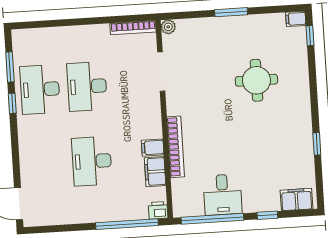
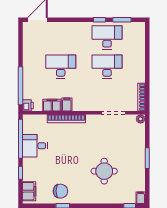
chair: (293, 149) -> (60, 191), added

